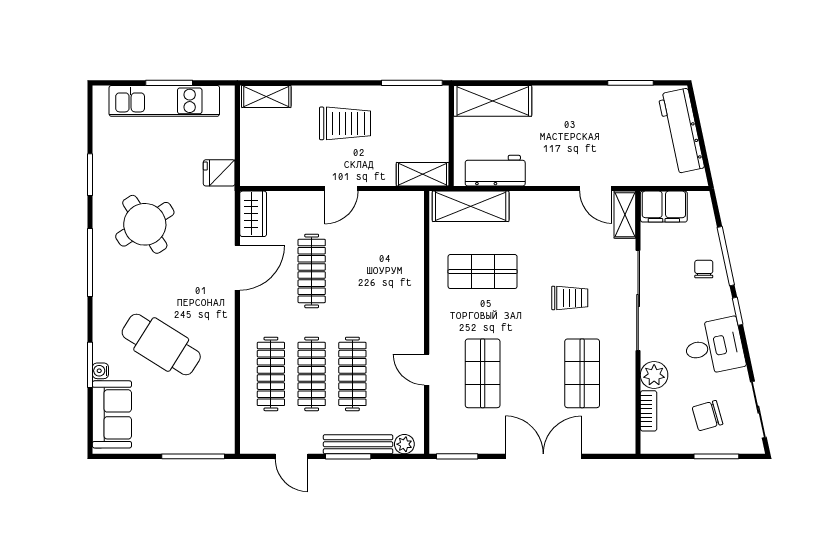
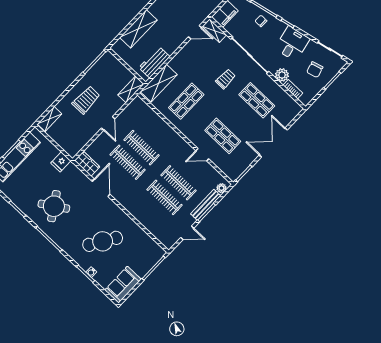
shelving: (493, 101) -> (138, 29), moved
clothes rail: (271, 374) -> (142, 148), moved
sofa: (112, 414) -> (123, 285), moved, turned -90

